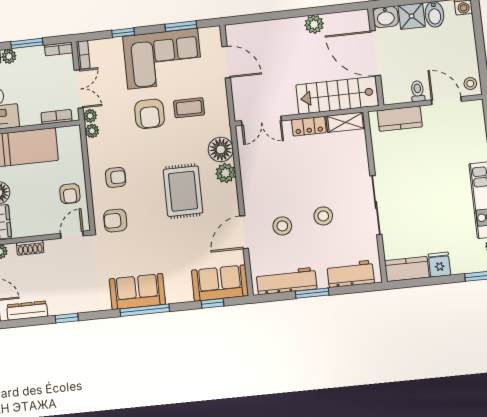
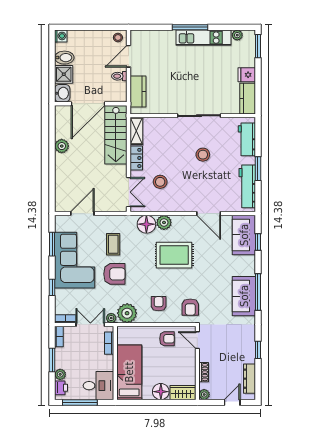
plant: (92, 131) -> (127, 313), width x1.87, depth x1.87
stool: (282, 226) -> (160, 182), moved

